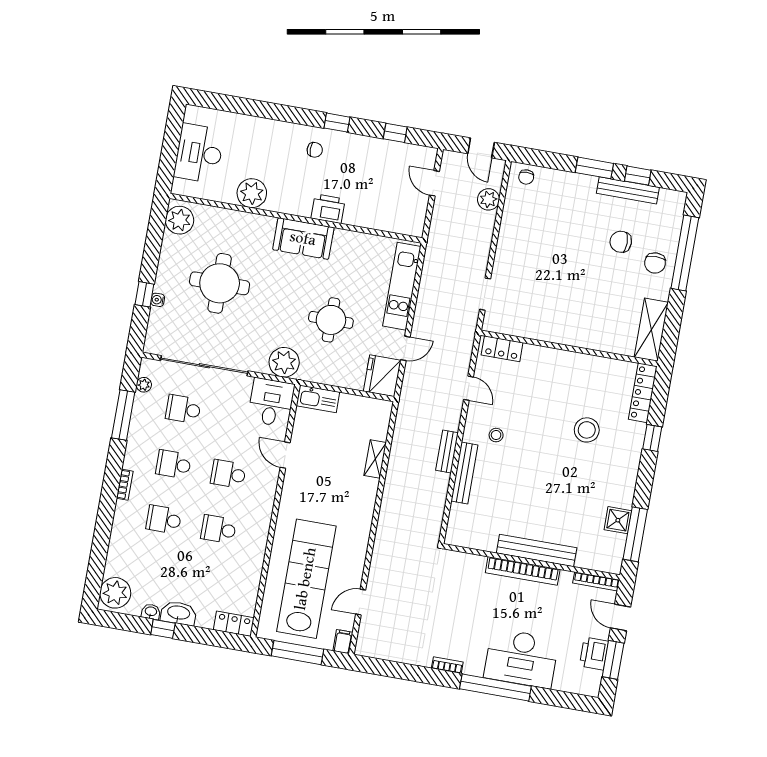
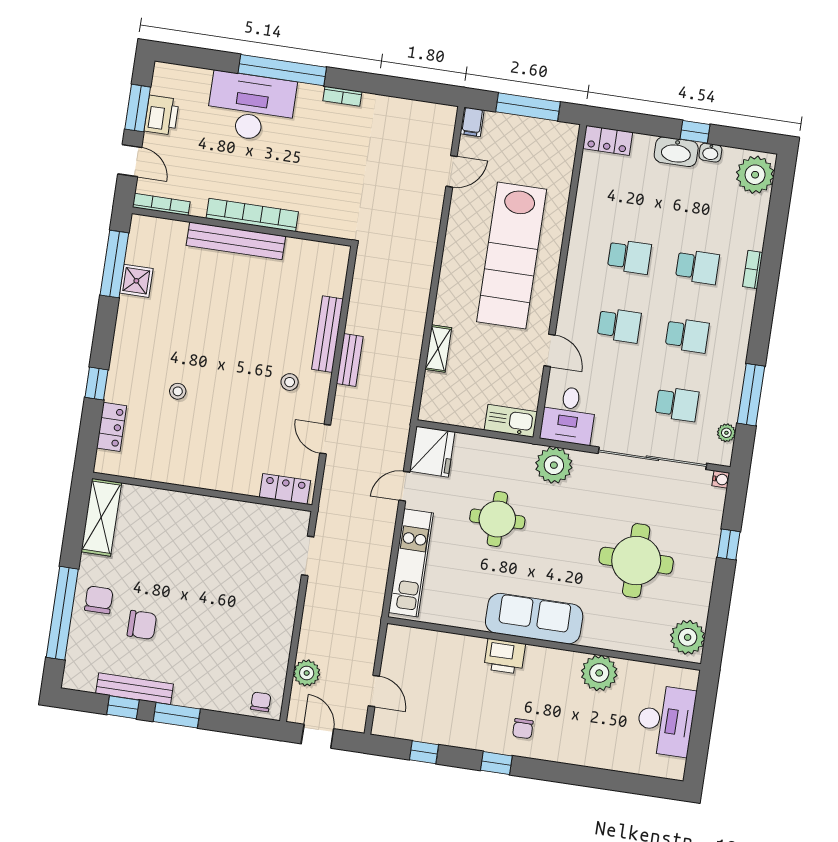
chair: (315, 150) -> (523, 729), turned -90
sofa: (303, 239) -> (534, 619), width x1.36
water cooler: (158, 300) -> (721, 479), moved
locker: (643, 393) -> (112, 427), width x0.66
stool: (587, 430) -> (178, 391), width x0.53, depth x0.53
bookcase: (125, 485) -> (753, 269), moved
lab bench: (306, 579) -> (512, 256), moved

